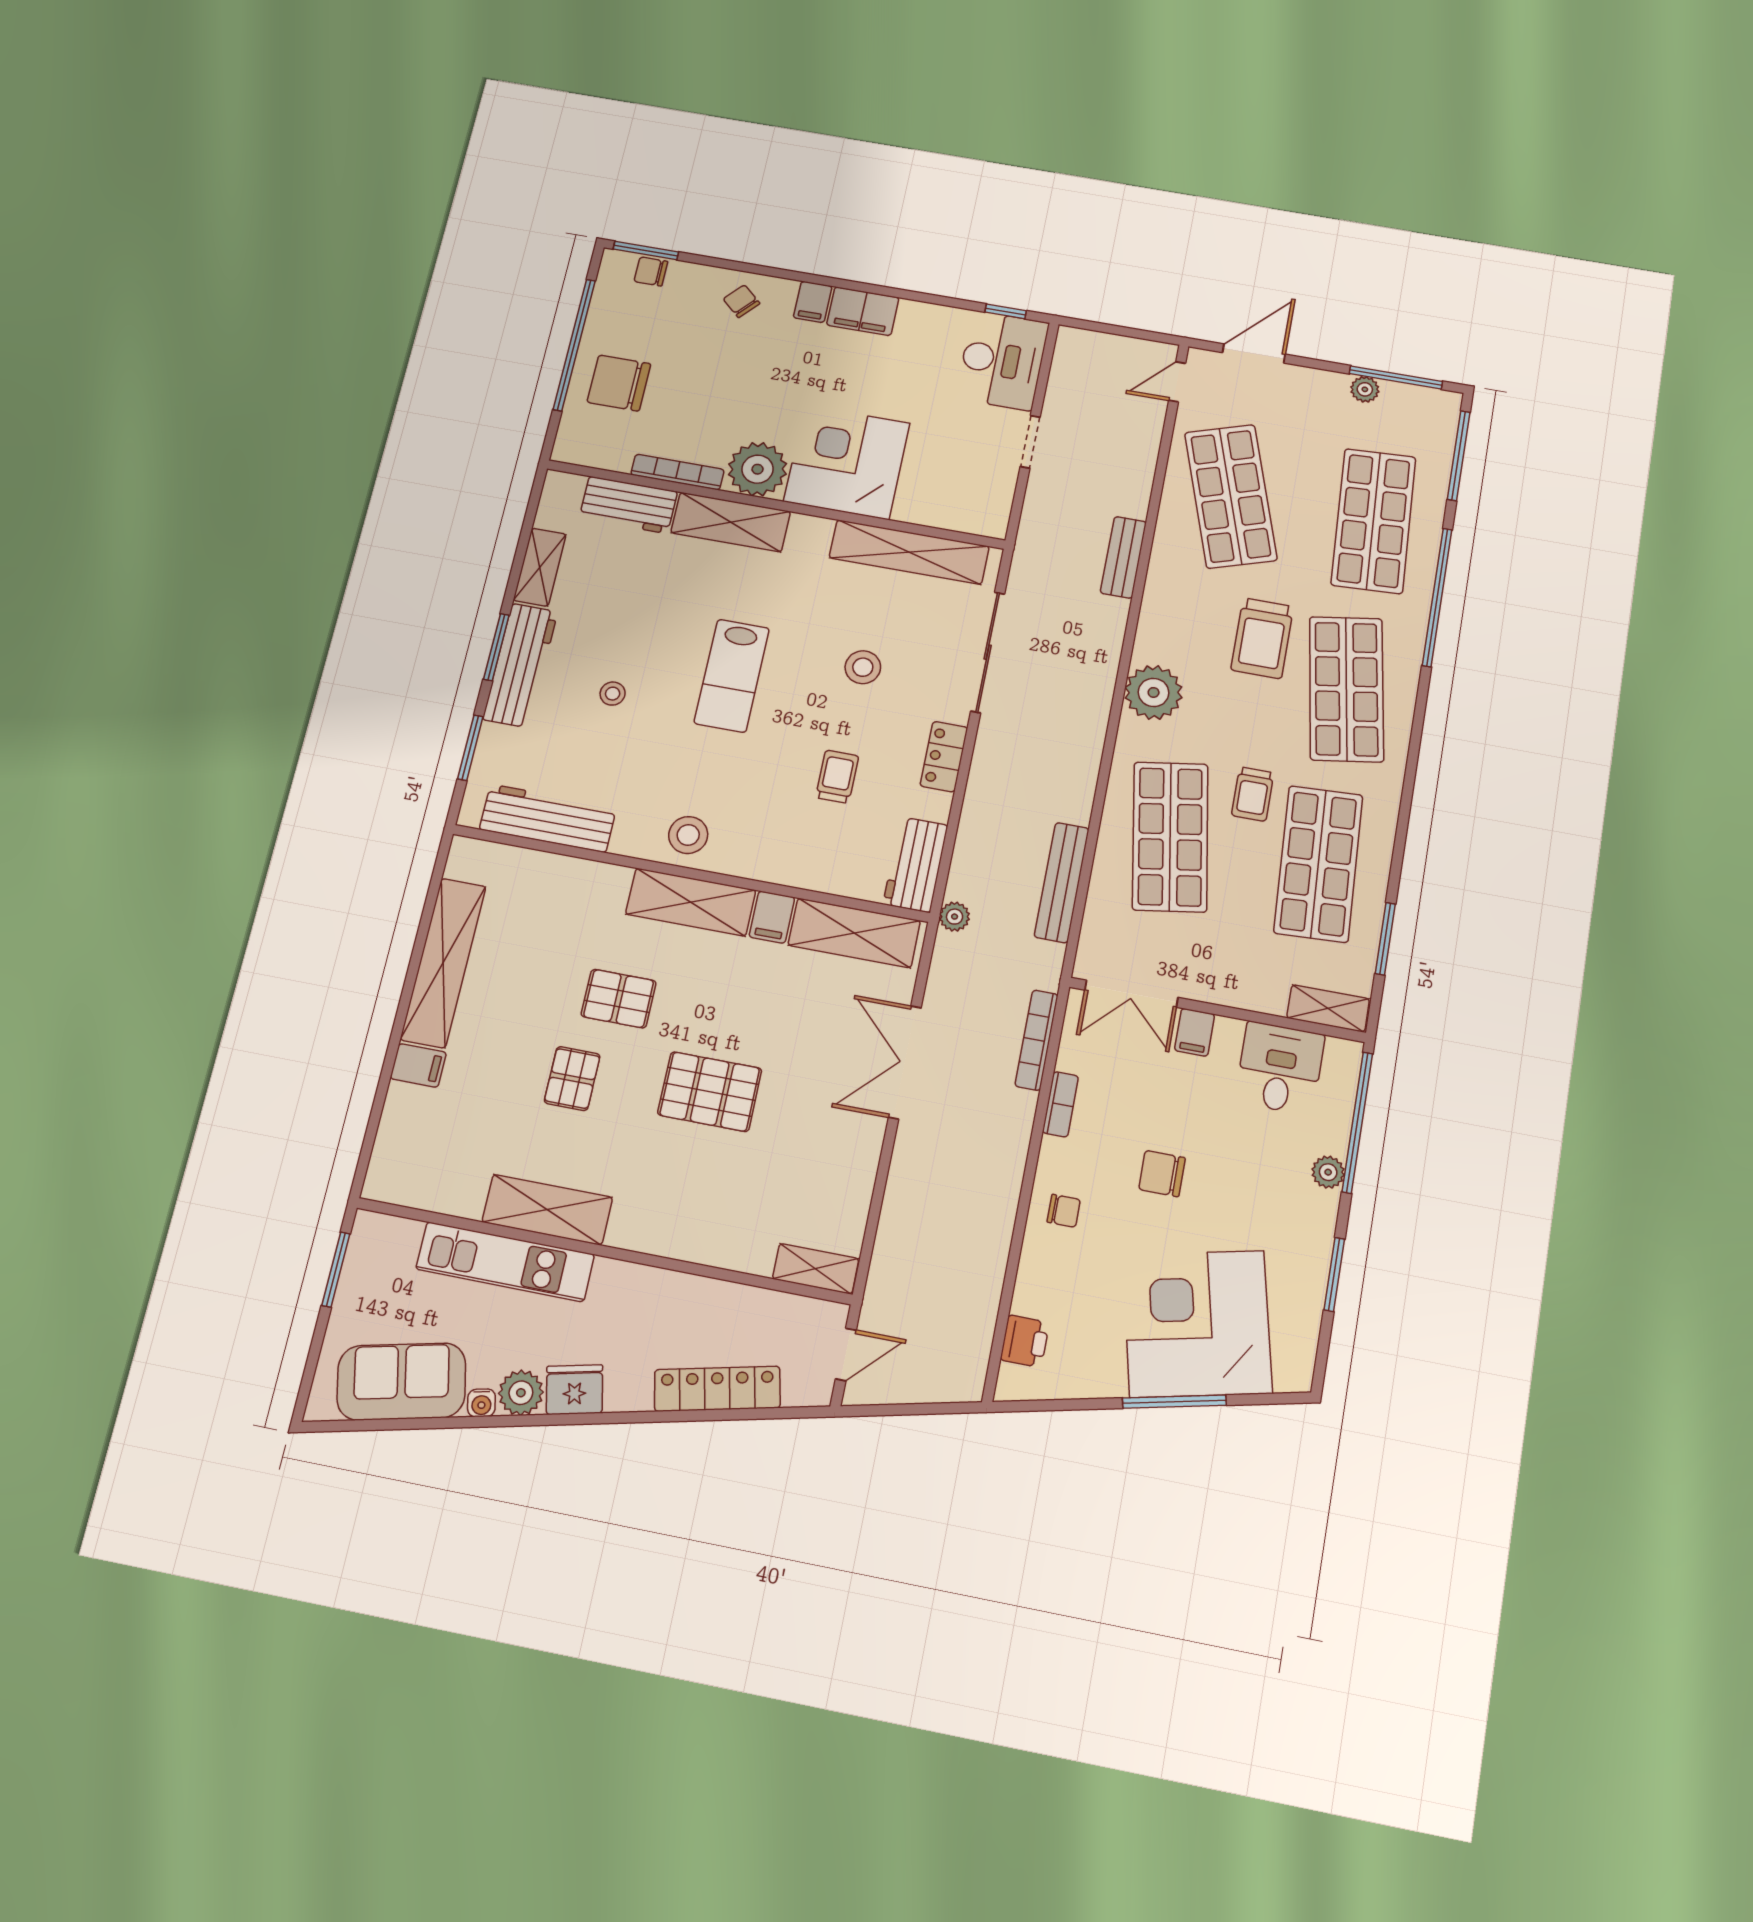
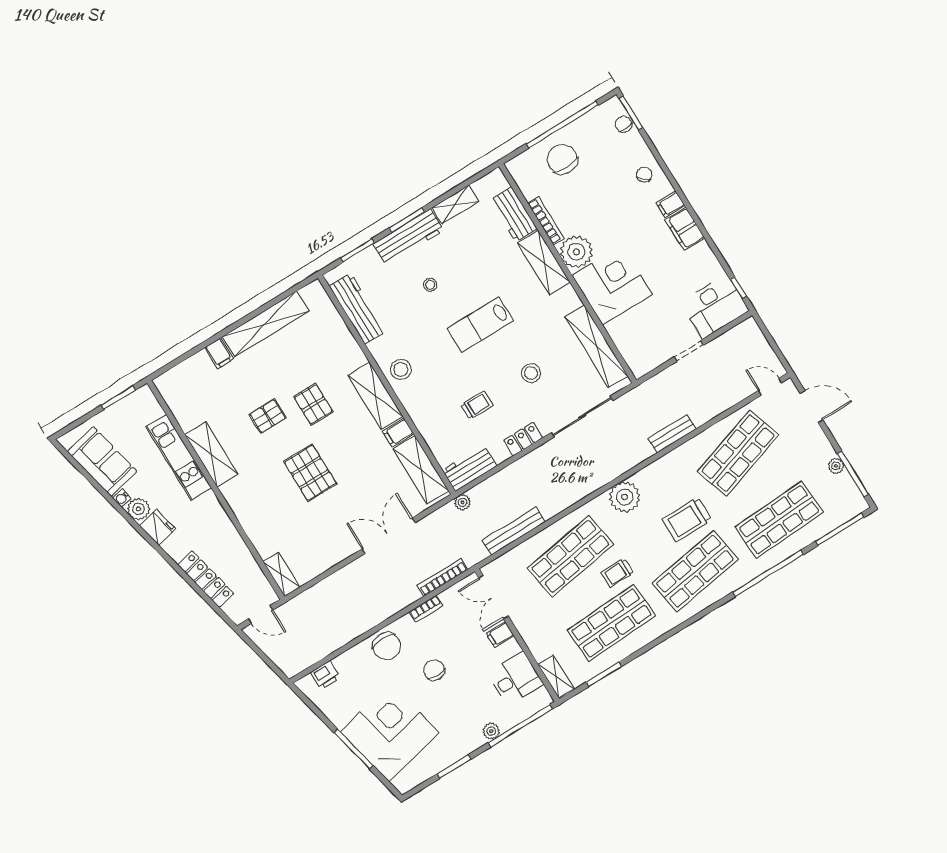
chair: (1064, 1211) -> (387, 646), width x1.87, depth x1.87

